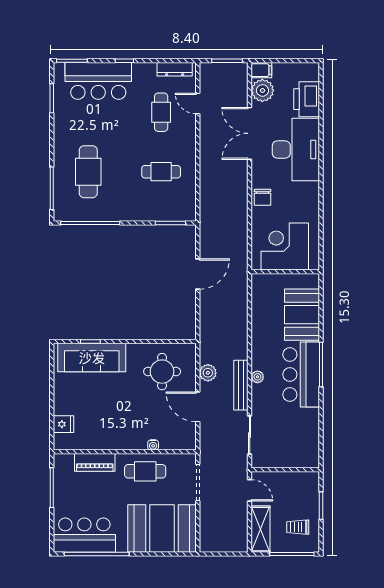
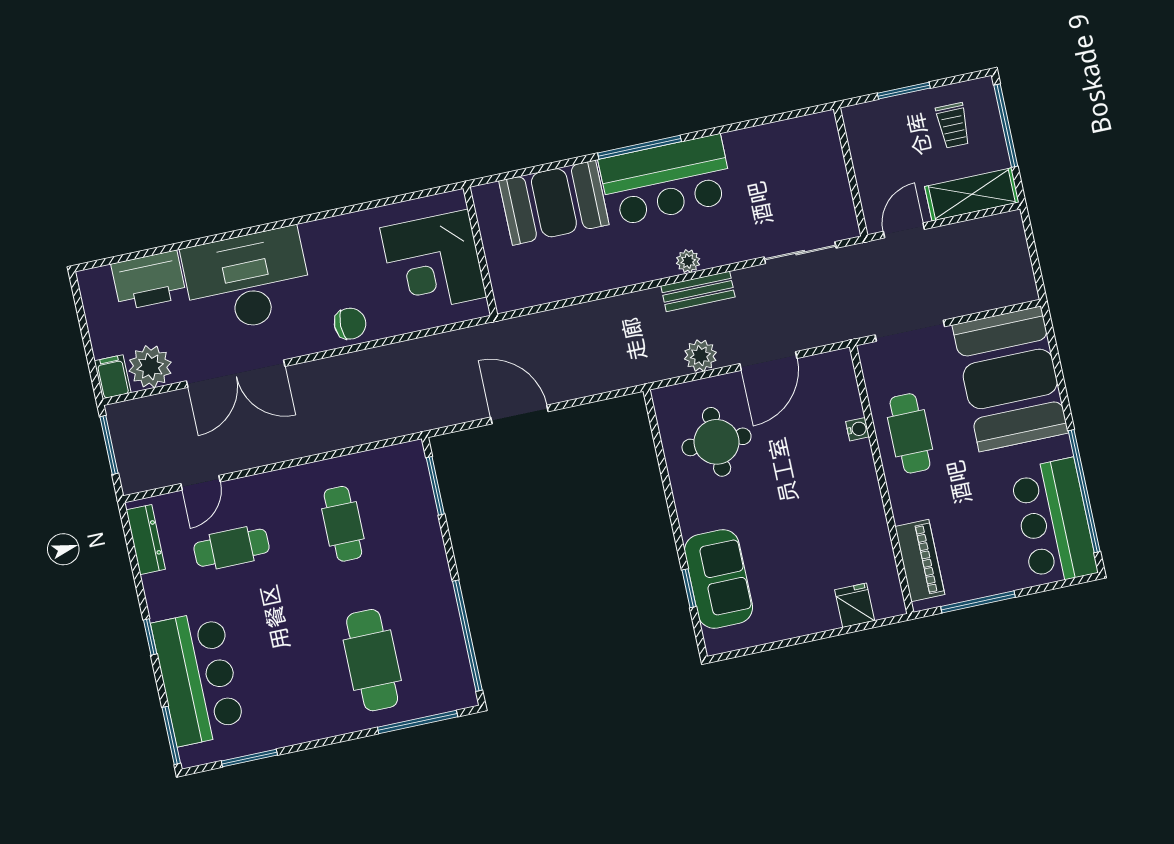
cafe table: (88, 172) -> (372, 660), turned 90
sofa: (92, 358) -> (718, 579), width x0.73
bench: (241, 385) -> (698, 291), width x0.73
piano: (95, 462) -> (920, 560), moved

